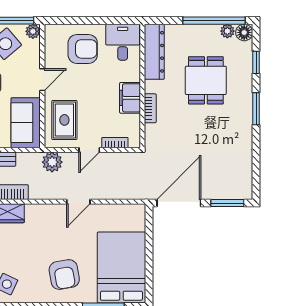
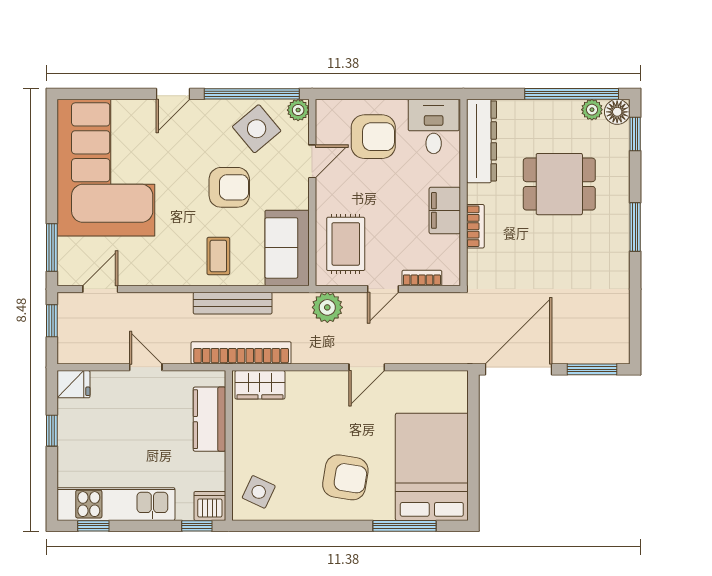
window: (256, 62) -> (635, 134), moved
door: (42, 80) -> (312, 161), moved
dining table: (206, 80) -> (559, 184), turned 90
armchair: (64, 275) -> (345, 477), turned -71

